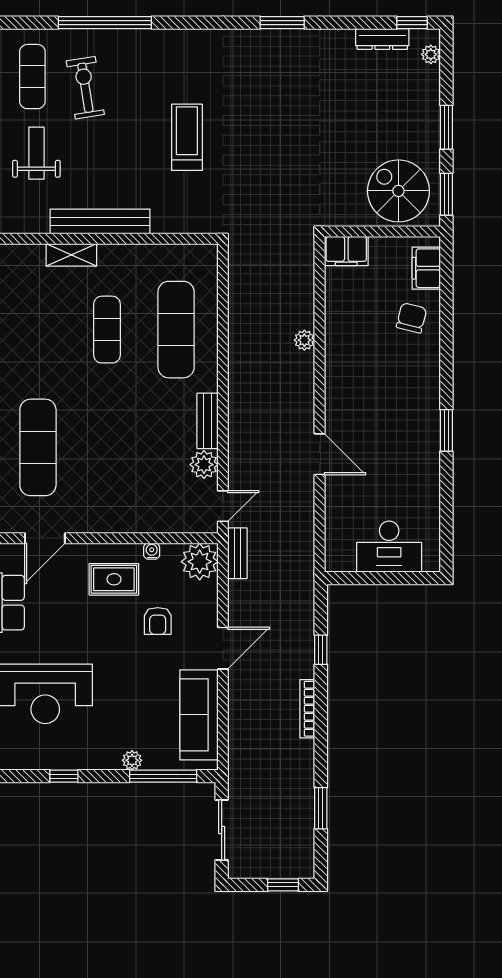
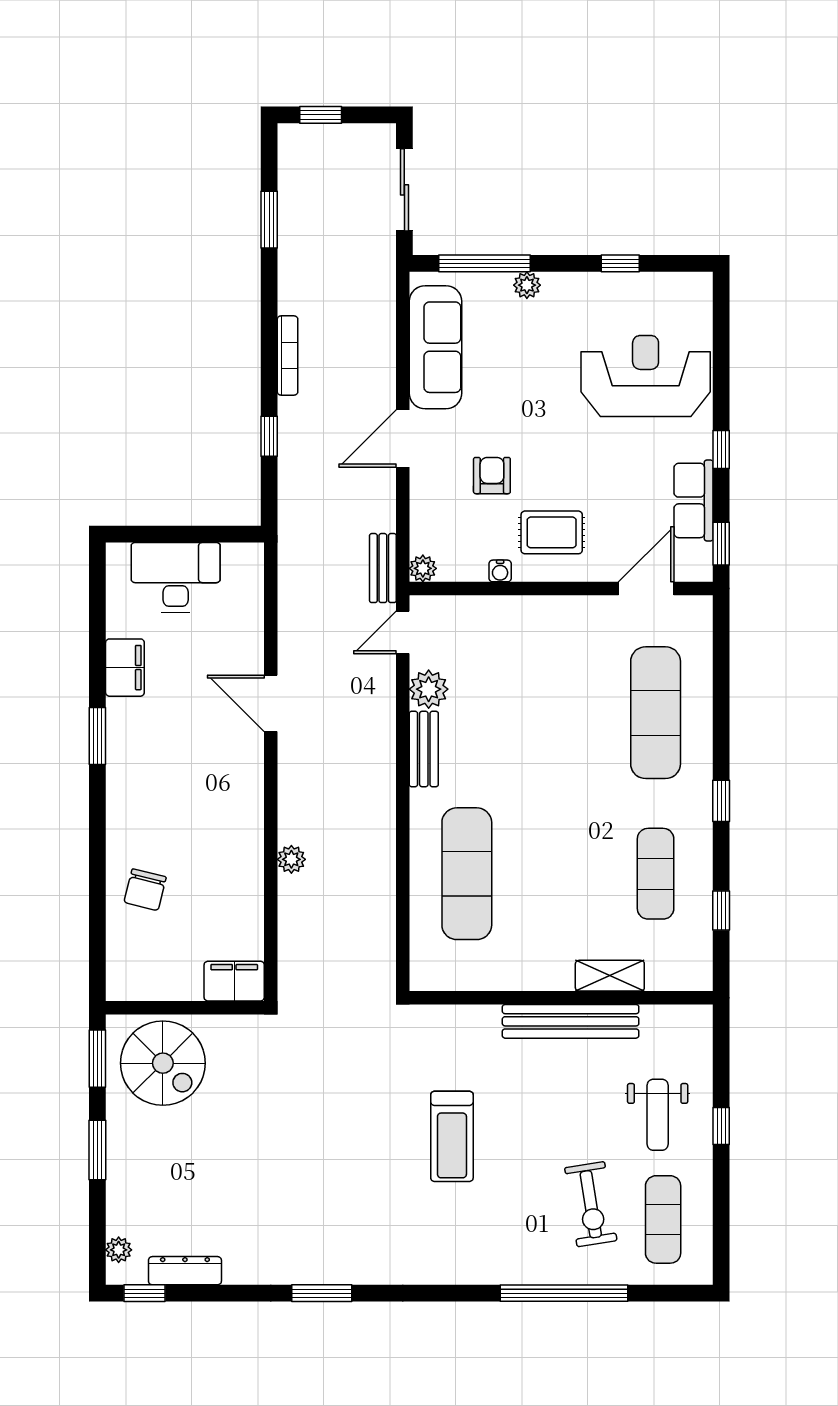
filing cabinet: (426, 268) -> (125, 668), moved
exercise mat: (107, 330) -> (656, 874), moved
plant: (200, 562) -> (423, 568), width x0.53, depth x0.53

